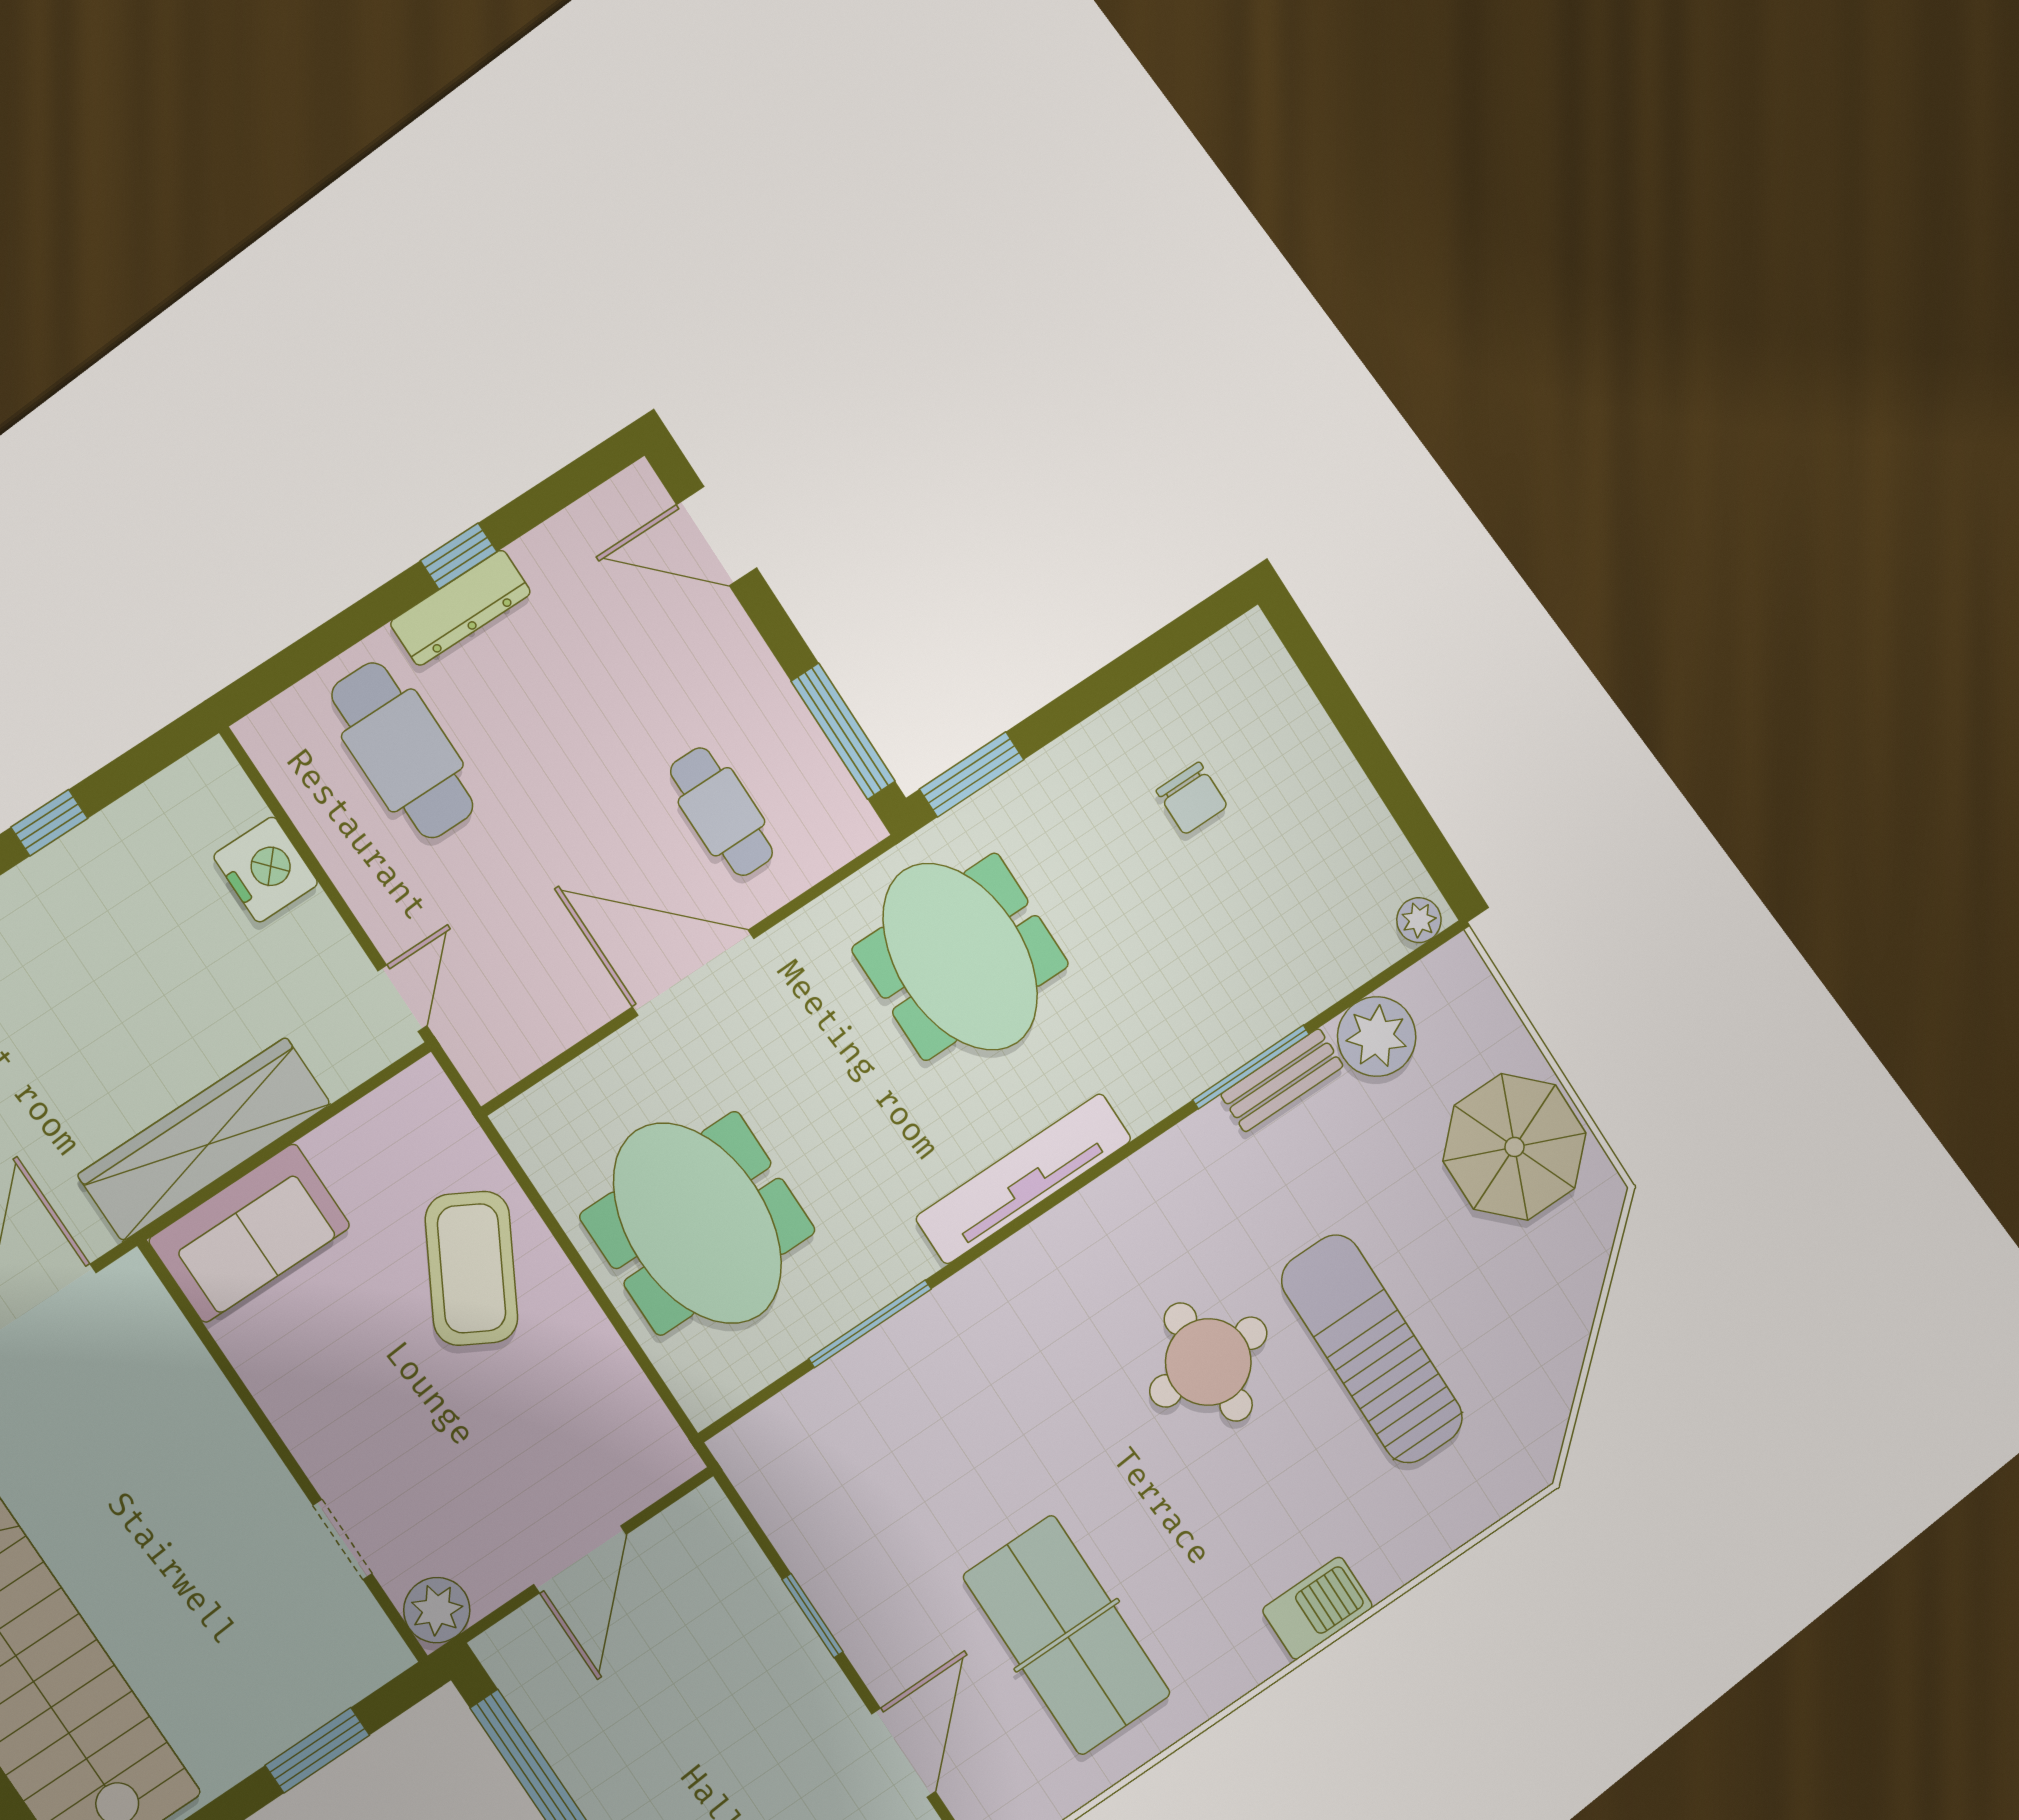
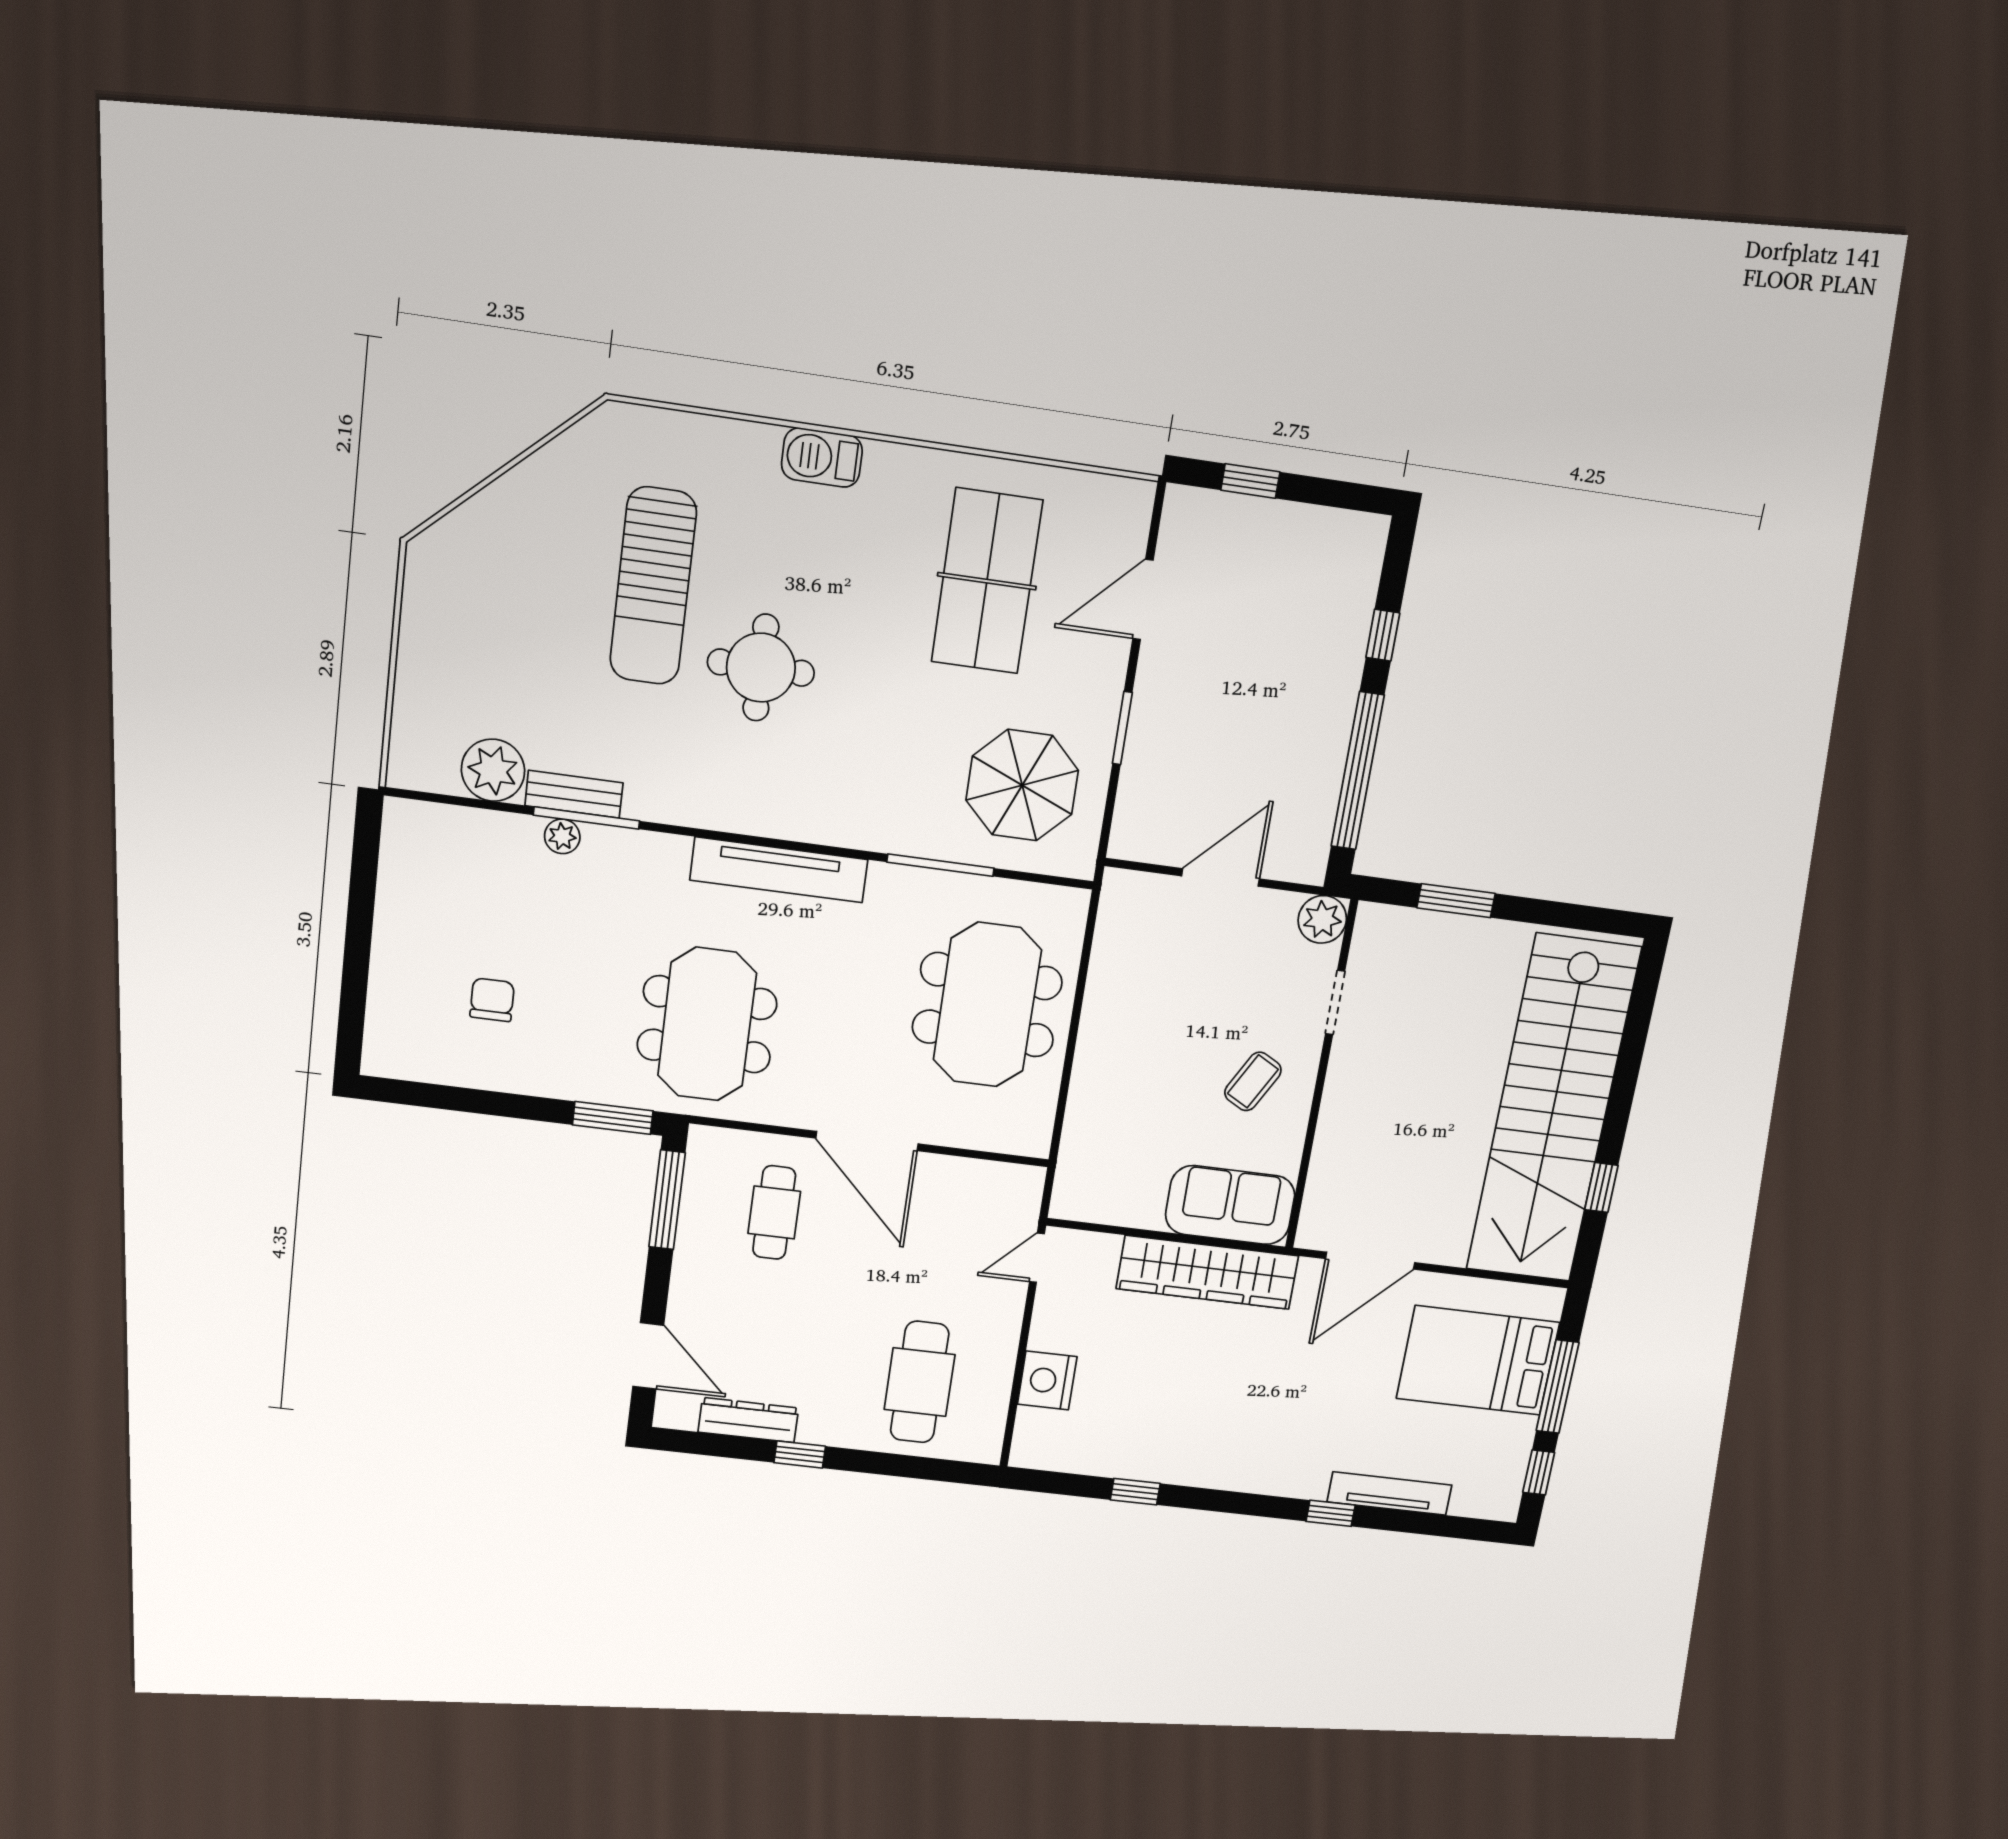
dresser: (460, 608) -> (748, 1420), moved
plant: (1419, 920) -> (562, 836), moved
parasol: (1515, 1147) -> (1022, 785), moved
coffee table: (472, 1268) -> (1253, 1081), moved, width x0.54, depth x0.58

